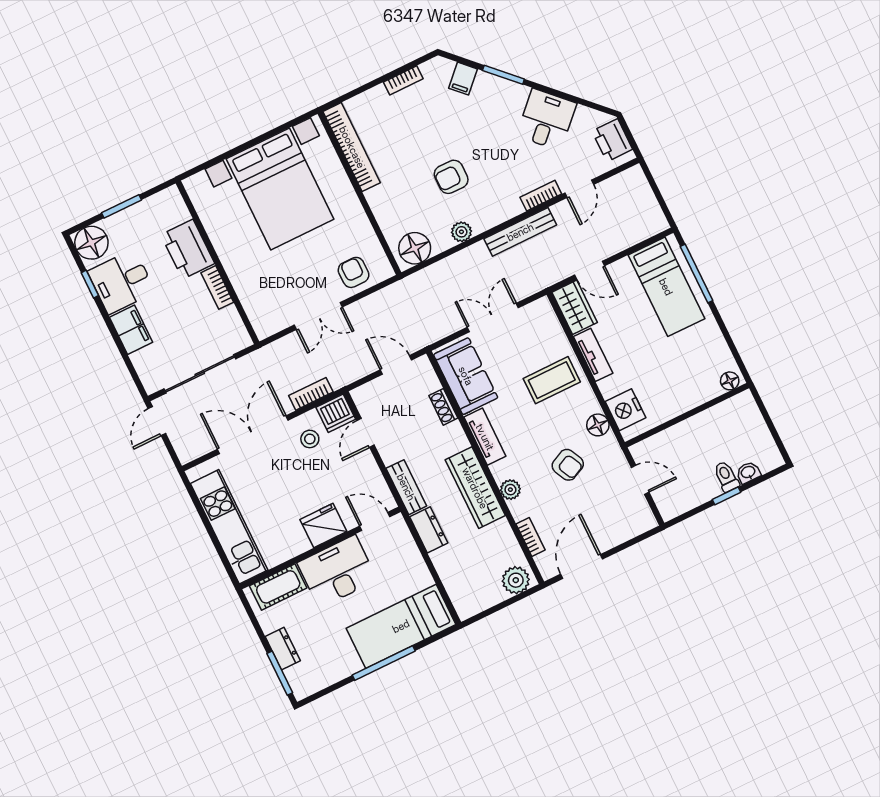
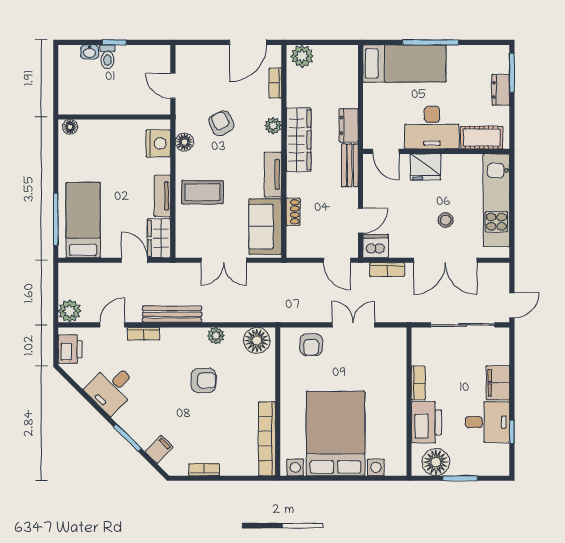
plant: (633, 181) -> (70, 311), added
floor lamp: (91, 243) -> (436, 462), moved
door: (396, 365) -> (337, 260), moved
stool: (310, 439) -> (446, 220), moved

